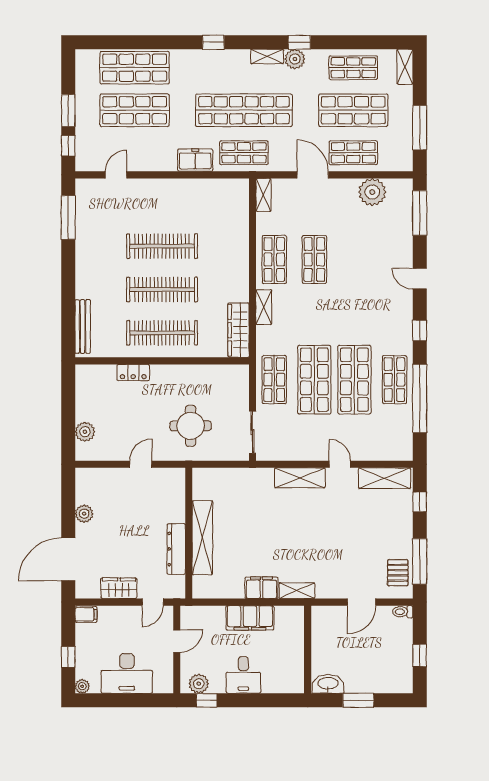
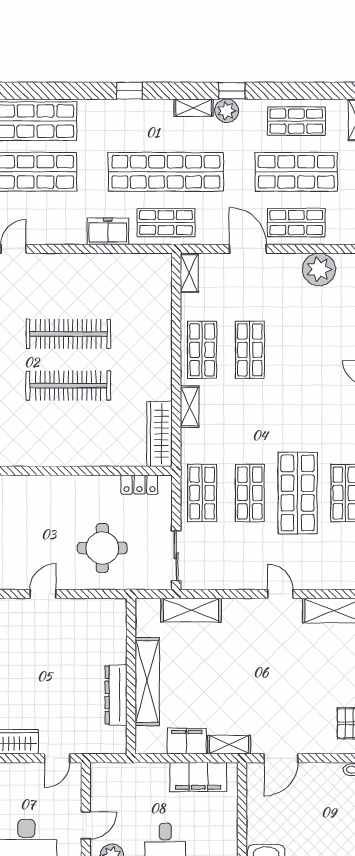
clothes rail: (162, 333) -> (68, 437), removed
locker: (133, 373) -> (139, 485), moved
shop shelf: (314, 380) -> (250, 493), width x0.70, depth x0.74
shelving: (300, 478) -> (191, 610), moved
wall: (189, 533) -> (131, 676), moved
shelving: (202, 538) -> (147, 681), moved
dresser: (176, 549) -> (116, 695), moved
door: (362, 602) -> (281, 758), moved
filing cabinet: (250, 618) -> (198, 777), moved
door: (177, 641) -> (86, 825), moved

